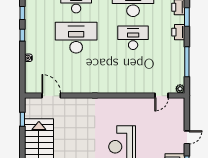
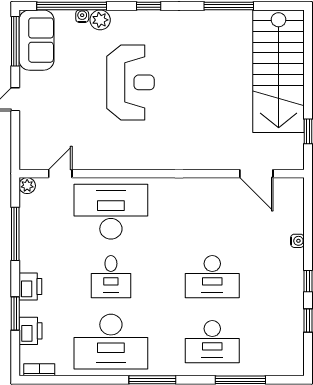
desk: (76, 38) -> (212, 277), width x0.73, depth x0.77
desk: (133, 38) -> (111, 277), width x0.73
desk: (133, 74) -> (111, 212), added

